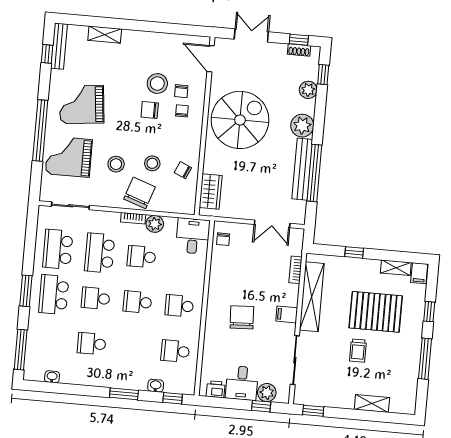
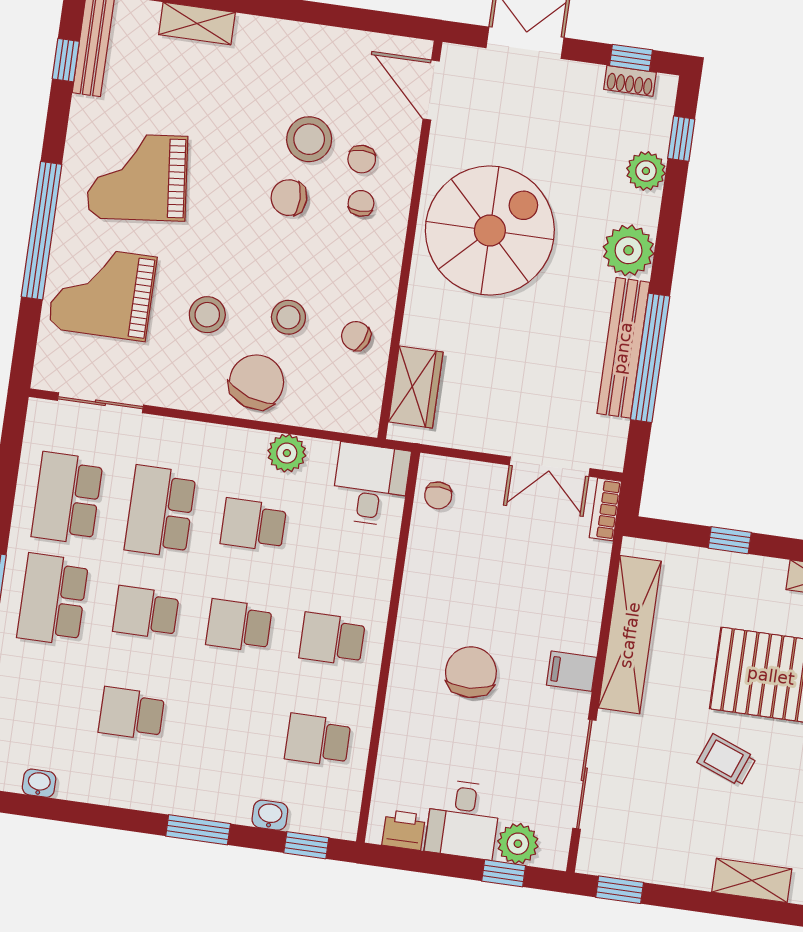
bookcase: (133, 218) -> (239, 438), removed
bookcase: (296, 270) -> (605, 509), moved
trolley: (358, 350) -> (727, 760), turned 111

